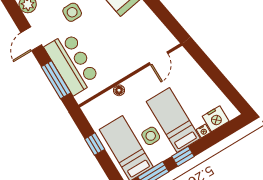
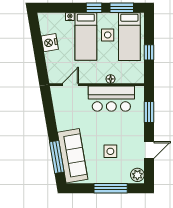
bar counter: (72, 63) -> (111, 99), moved, turned -90
window: (56, 80) -> (149, 112), width x0.69
nightstand: (216, 119) -> (50, 43), moved, turned -100

